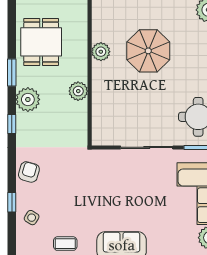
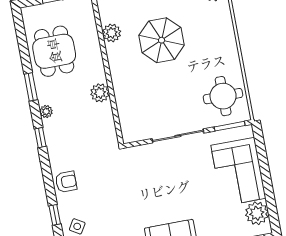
plant: (101, 52) -> (112, 33), moved
plant: (28, 99) -> (46, 111), width x0.53, depth x0.53
armchair: (29, 172) -> (66, 182), turned 74

